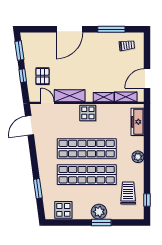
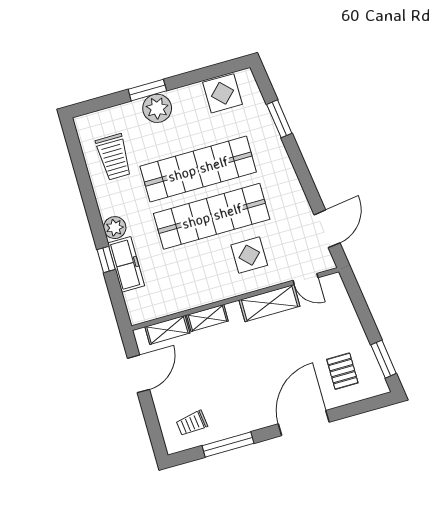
window: (23, 76) -> (365, 315), removed
pallet: (42, 76) -> (342, 371), moved
display table: (88, 113) -> (249, 255), moved
freezer: (137, 122) -> (126, 264), moved
window: (147, 200) -> (106, 260), moved

